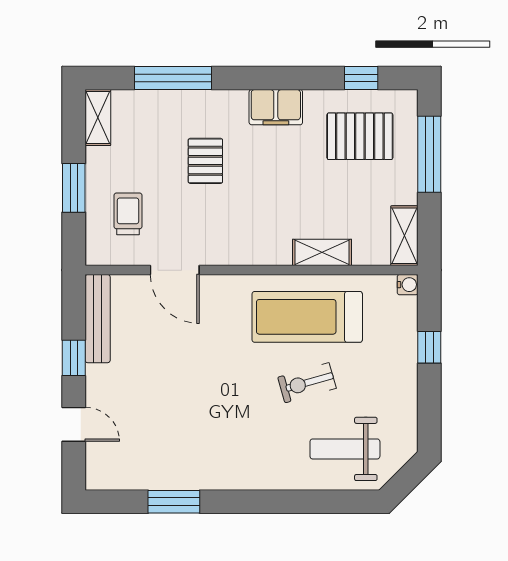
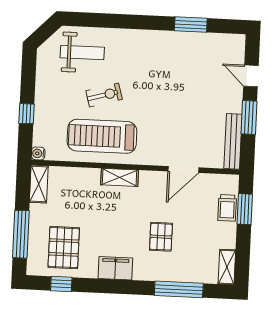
pallet: (360, 136) -> (64, 248), turned 90
window: (74, 188) -> (245, 209), moved
trolley: (128, 214) -> (227, 208), moved
shelving: (322, 252) -> (120, 177), moved
door: (175, 270) -> (183, 169), swing flipped
treadmill: (307, 317) -> (102, 136), turned 180
window: (74, 358) -> (249, 117), width x1.50

